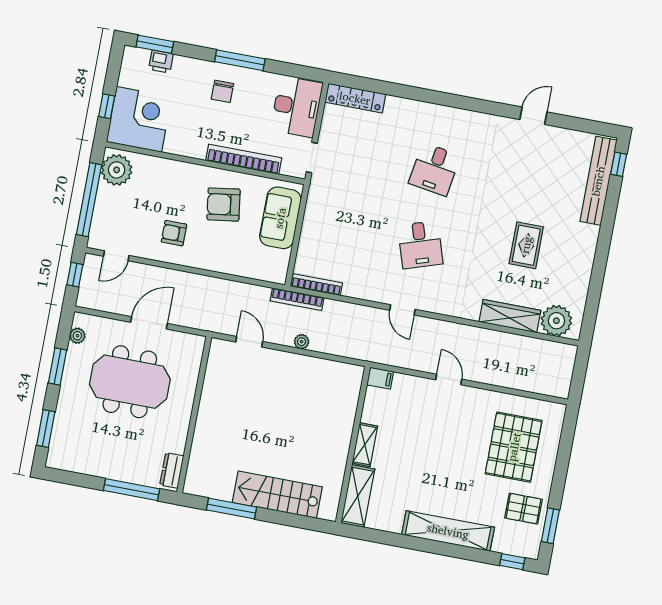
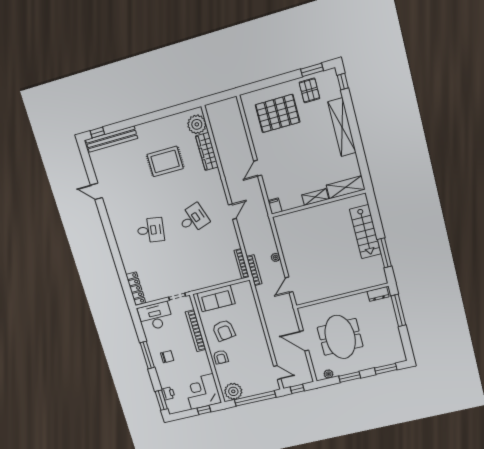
armchair: (174, 233) -> (221, 357), moved
rug: (526, 245) -> (165, 161), width x1.36, depth x1.43

